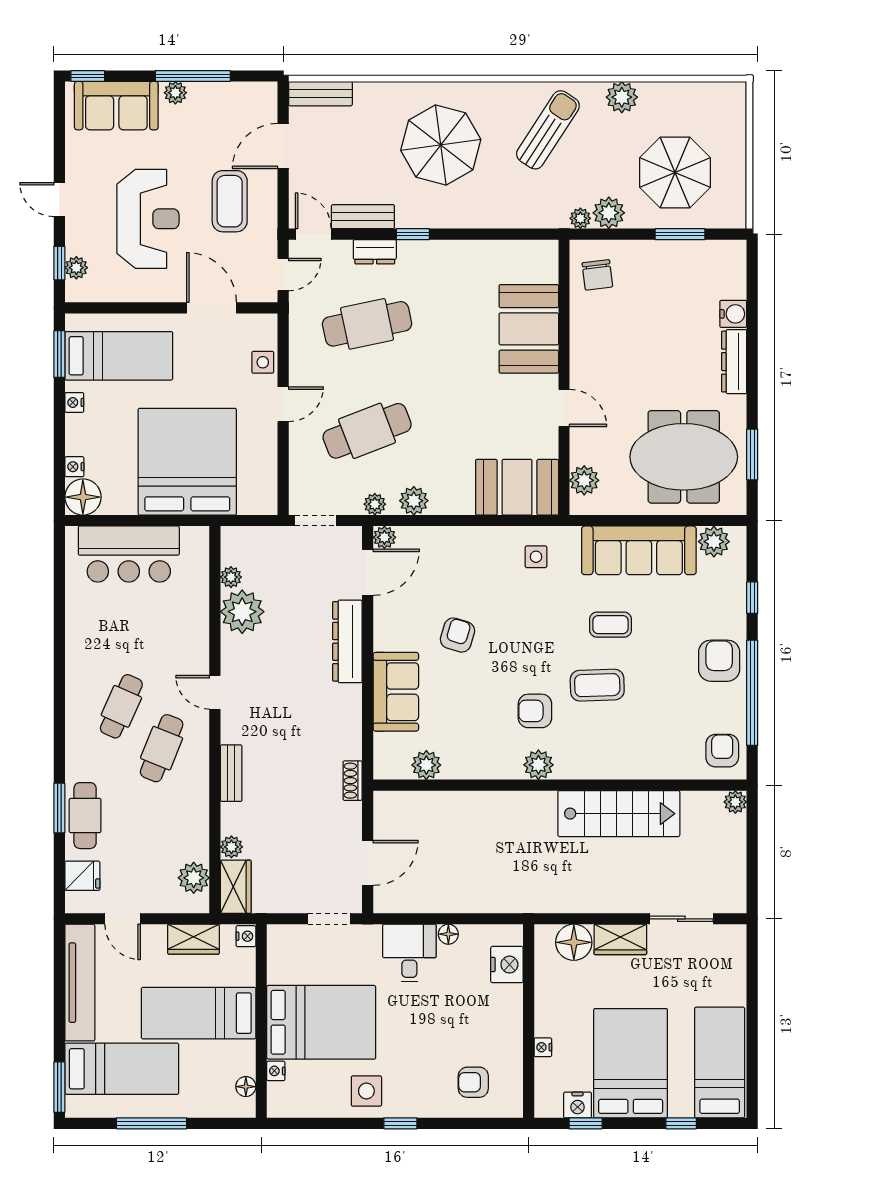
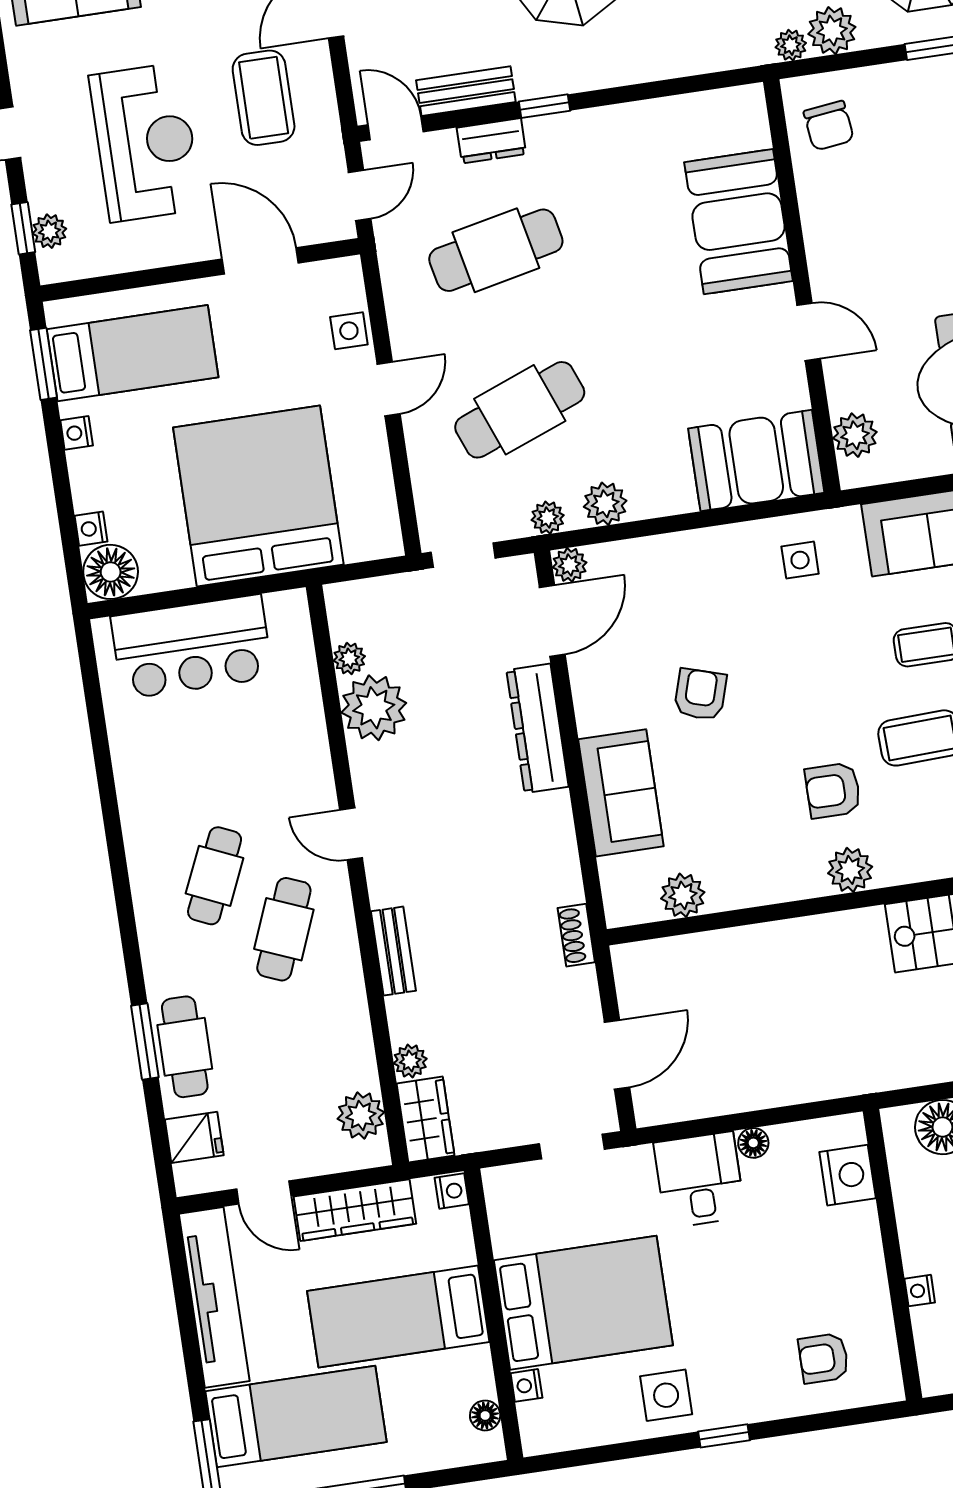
wardrobe: (193, 939) -> (355, 1210), width x1.50

